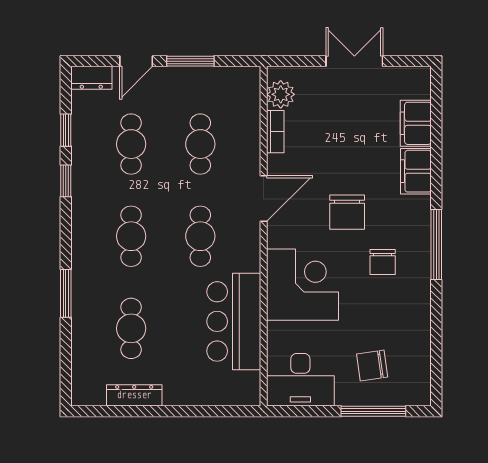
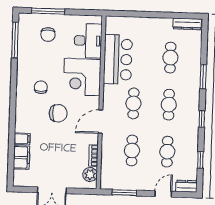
window: (190, 61) -> (124, 193), moved
filing cabinet: (416, 171) -> (22, 139), width x0.50
window: (66, 181) -> (202, 119), moved
chair: (347, 212) -> (58, 113), turned 90
window: (436, 245) -> (15, 40), moved
chair: (372, 366) -> (48, 35), turned 98
desk: (300, 380) -> (88, 41), moved, turned 90
dresser: (134, 395) -> (187, 24), moved

